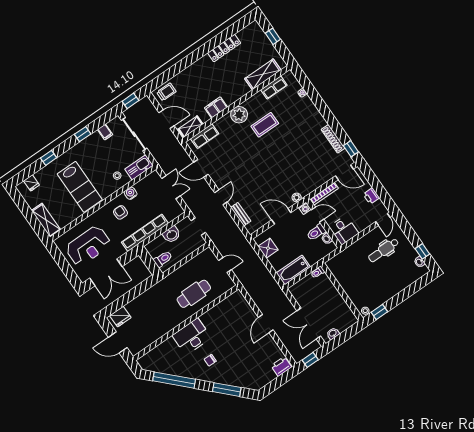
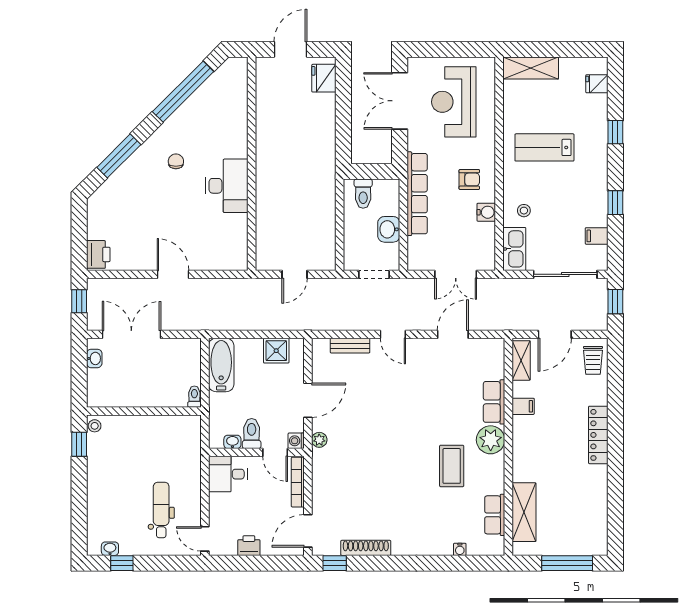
window: (273, 36) -> (567, 563), width x2.17
locker: (224, 48) -> (598, 435), moved
filing cabinet: (216, 107) -> (523, 406), width x0.50
row of seats: (205, 136) -> (494, 402), moved
lab bench: (80, 187) -> (544, 147), width x0.73, depth x0.72
door: (318, 215) -> (275, 452), hinge flipped
cafe table: (194, 294) -> (285, 203), removed
desk: (192, 337) -> (227, 186), moved

